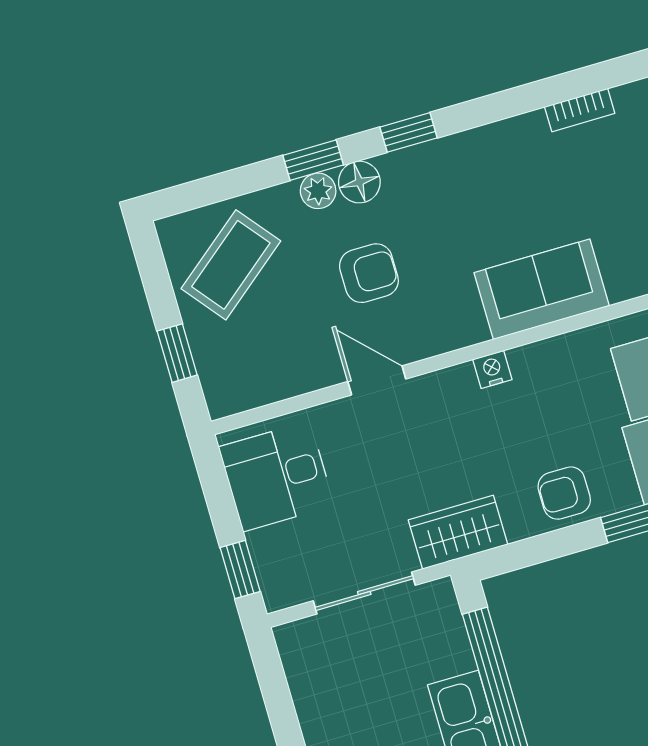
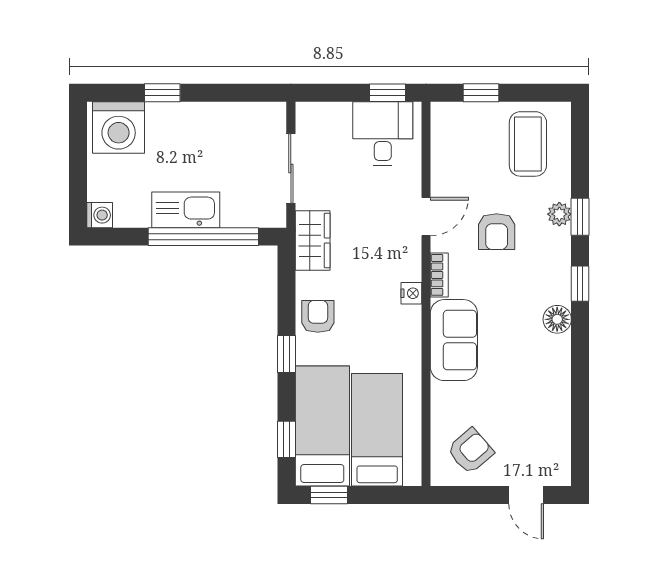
bookcase: (580, 110) -> (439, 275), moved, turned 180
floor lamp: (359, 182) -> (557, 319), moved
coffee table: (231, 265) -> (528, 144), turned 39
window: (240, 570) -> (388, 93), moved

